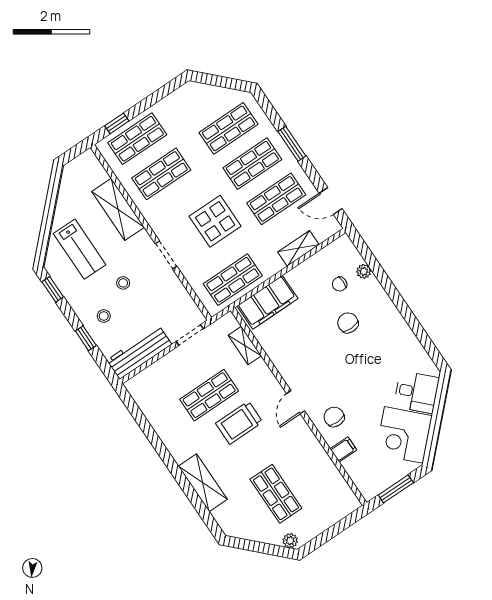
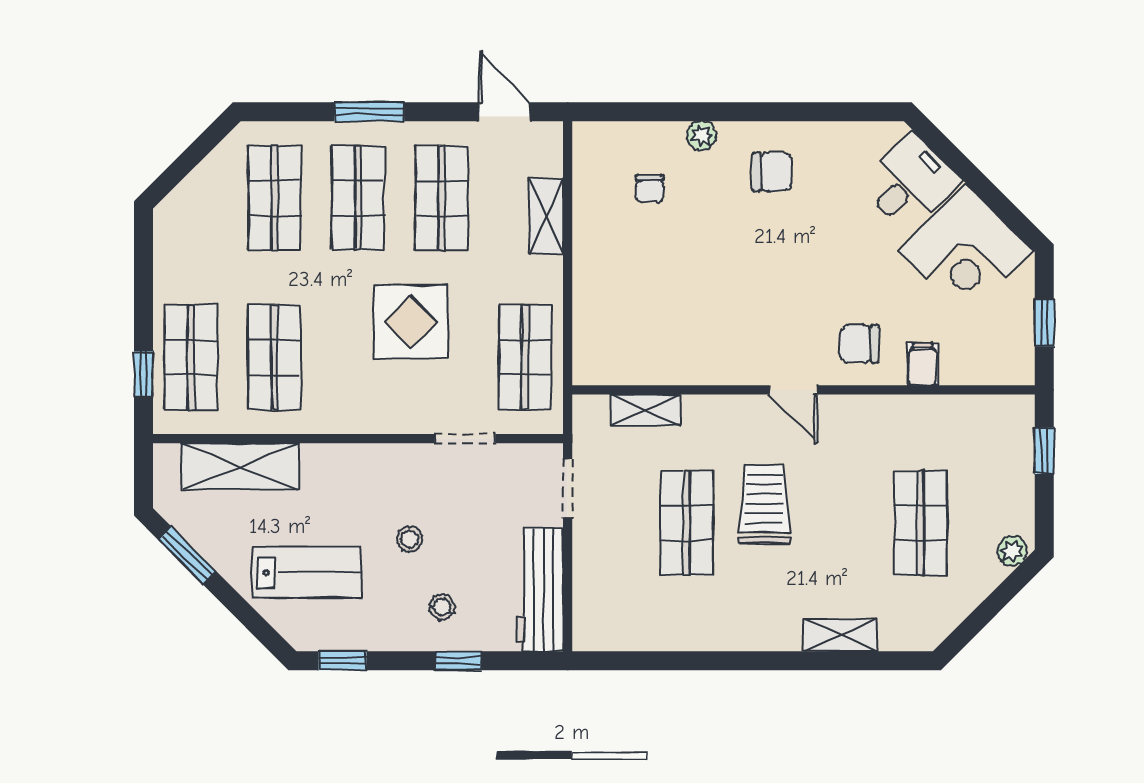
window: (53, 194) -> (187, 555), added
door: (331, 201) -> (505, 112), swing flipped
shelving: (118, 209) -> (240, 467), moved
doorway: (166, 255) -> (465, 439), moved
plant: (364, 271) -> (702, 135), moved
filing cabinet: (268, 302) -> (600, 326), removed
chair: (348, 323) -> (772, 172), moved, turned 180
trolley: (239, 423) -> (764, 504), turned 180
shelving: (203, 483) -> (840, 635), width x0.67, depth x0.75
window: (396, 489) -> (1044, 323), width x0.67
shop shelf: (276, 494) -> (920, 523), turned 90
window: (342, 525) -> (1044, 451), added

